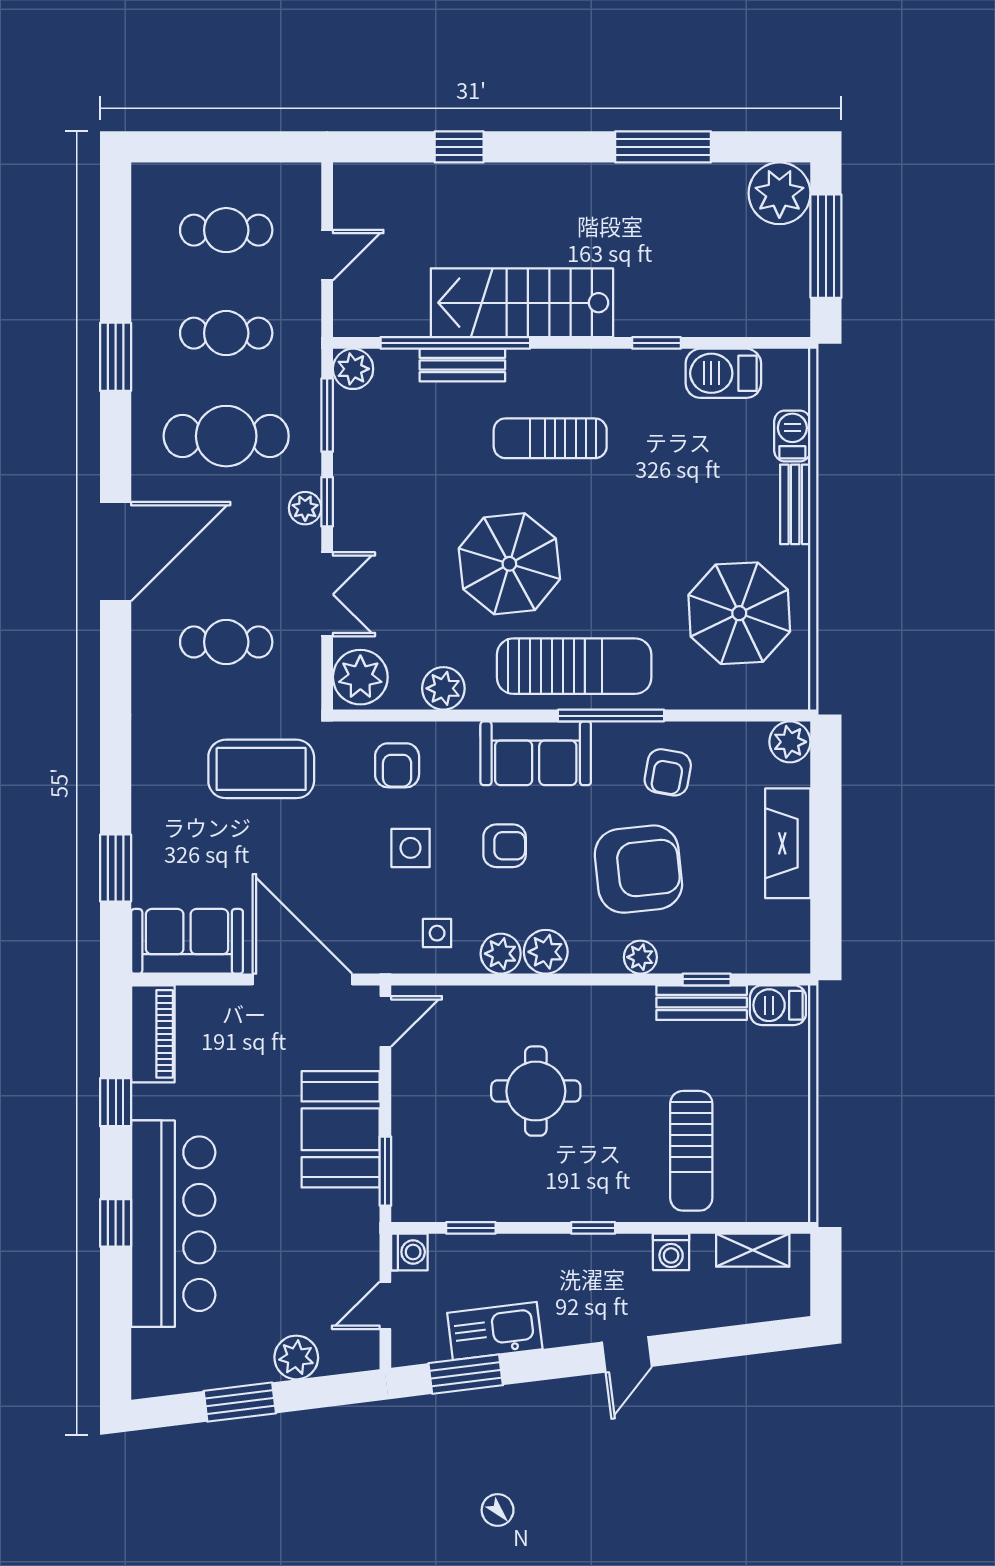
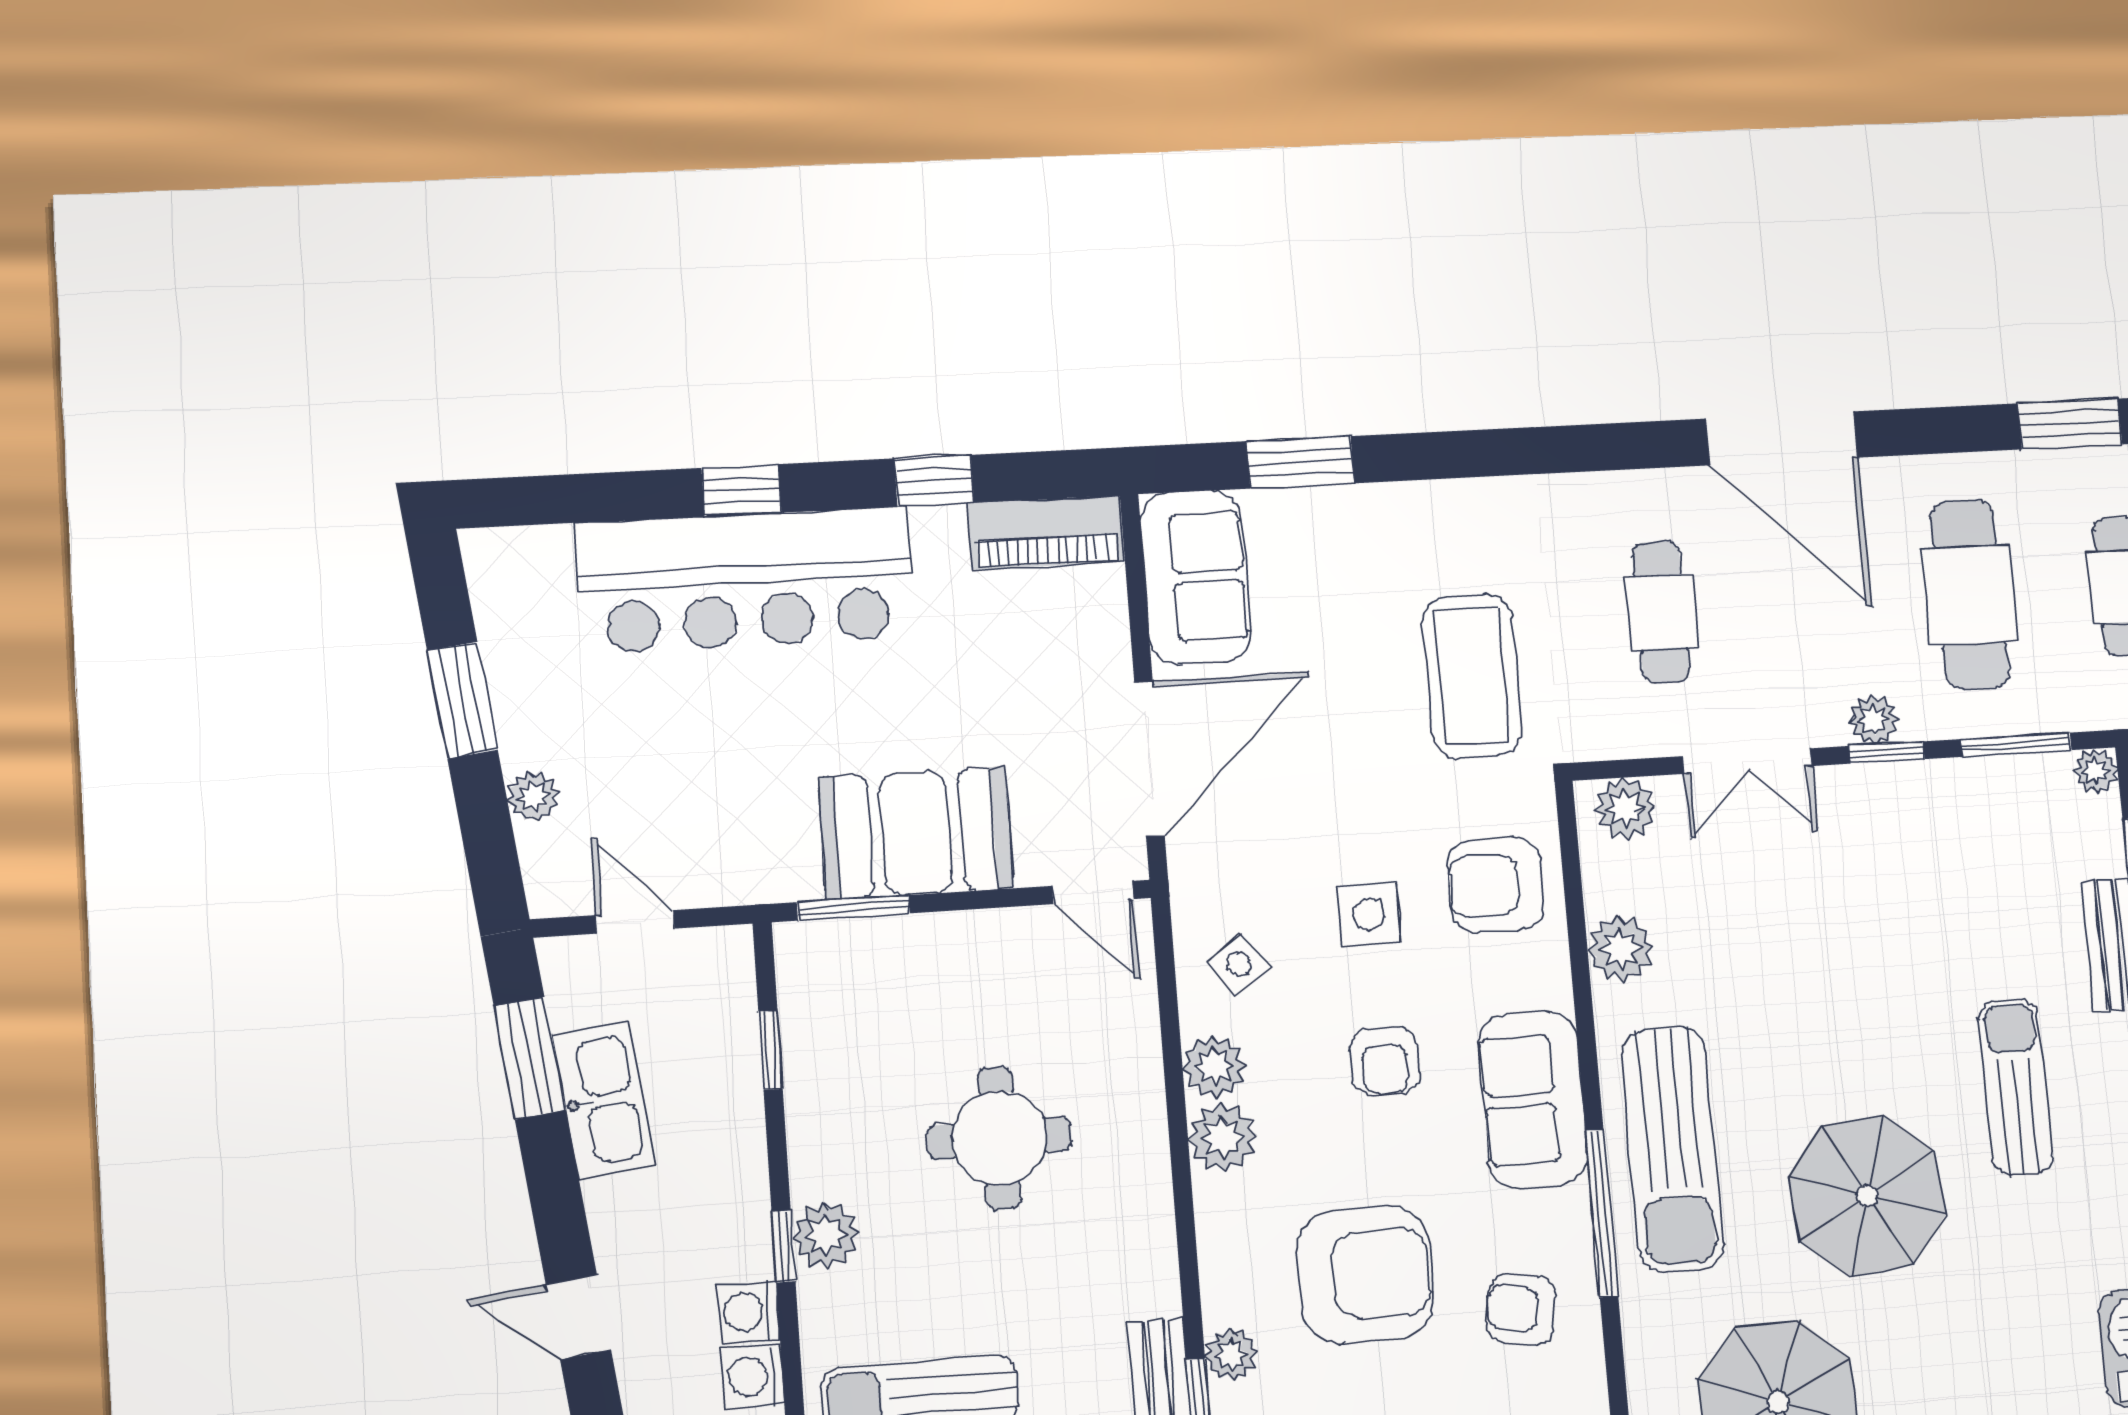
plant: (353, 369) -> (2096, 771), width x0.73, depth x0.73
parasol: (509, 564) -> (1867, 1196), moved
plant: (360, 677) -> (1625, 808), width x0.73, depth x0.73
armchair: (397, 765) -> (1495, 885), width x1.38, depth x1.38
armchair: (638, 869) -> (1365, 1275), turned -84
side table: (437, 933) -> (1239, 964), turned -36
plant: (640, 957) -> (1231, 1354), moved
plant: (588, 1202) -> (826, 1235), added
washing machine: (409, 1252) -> (748, 1312), moved, turned 90
plant: (296, 1357) -> (533, 796), width x0.73, depth x0.73

